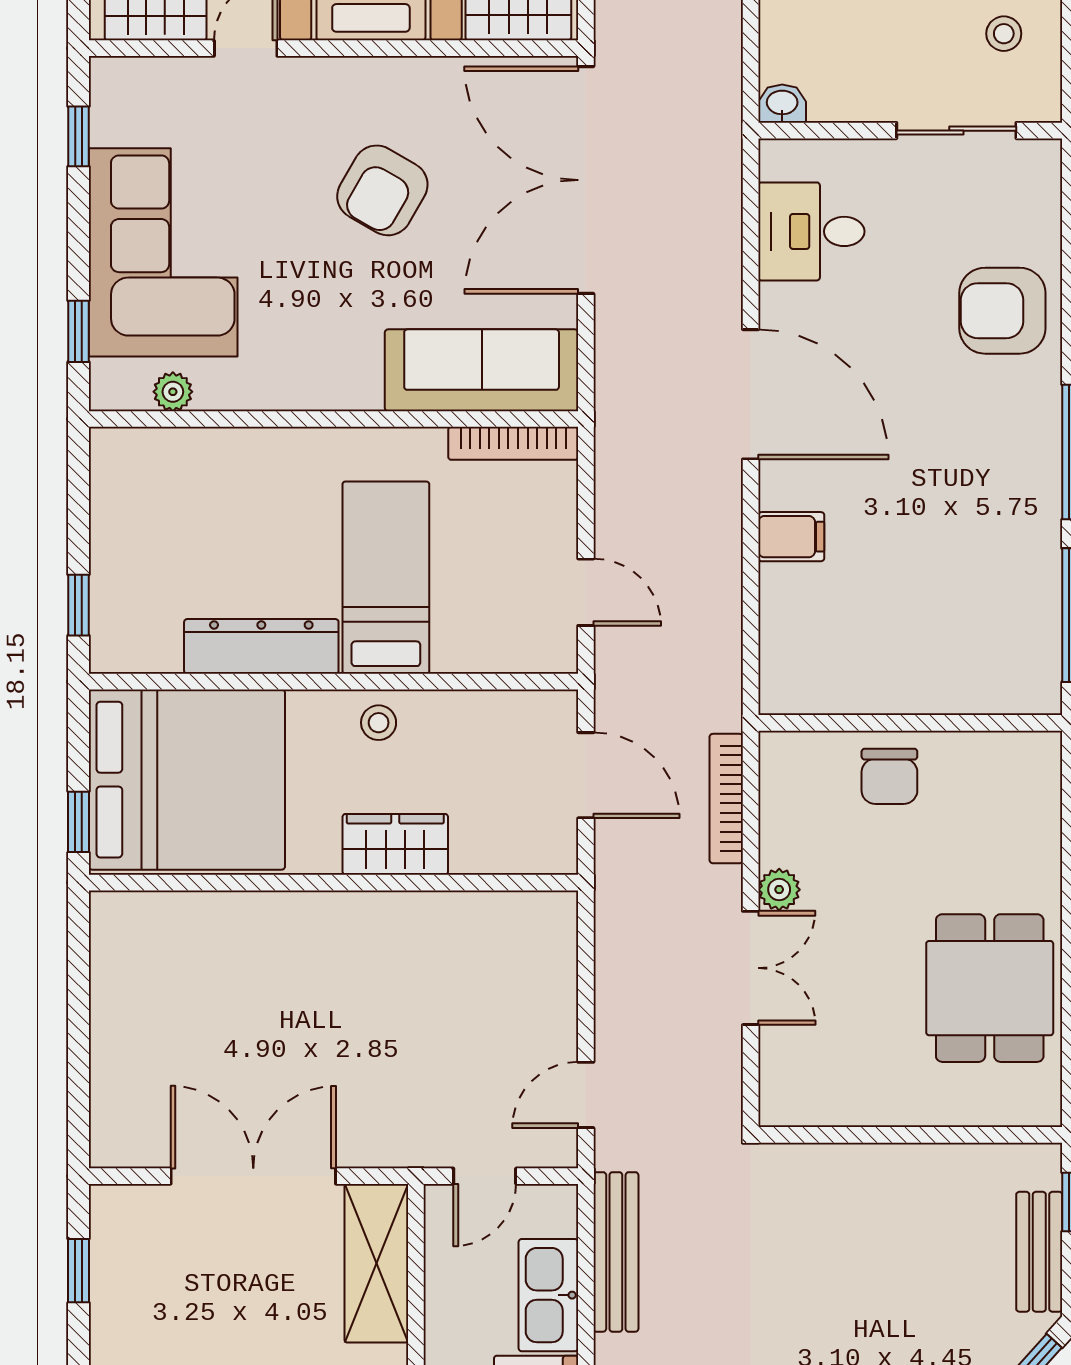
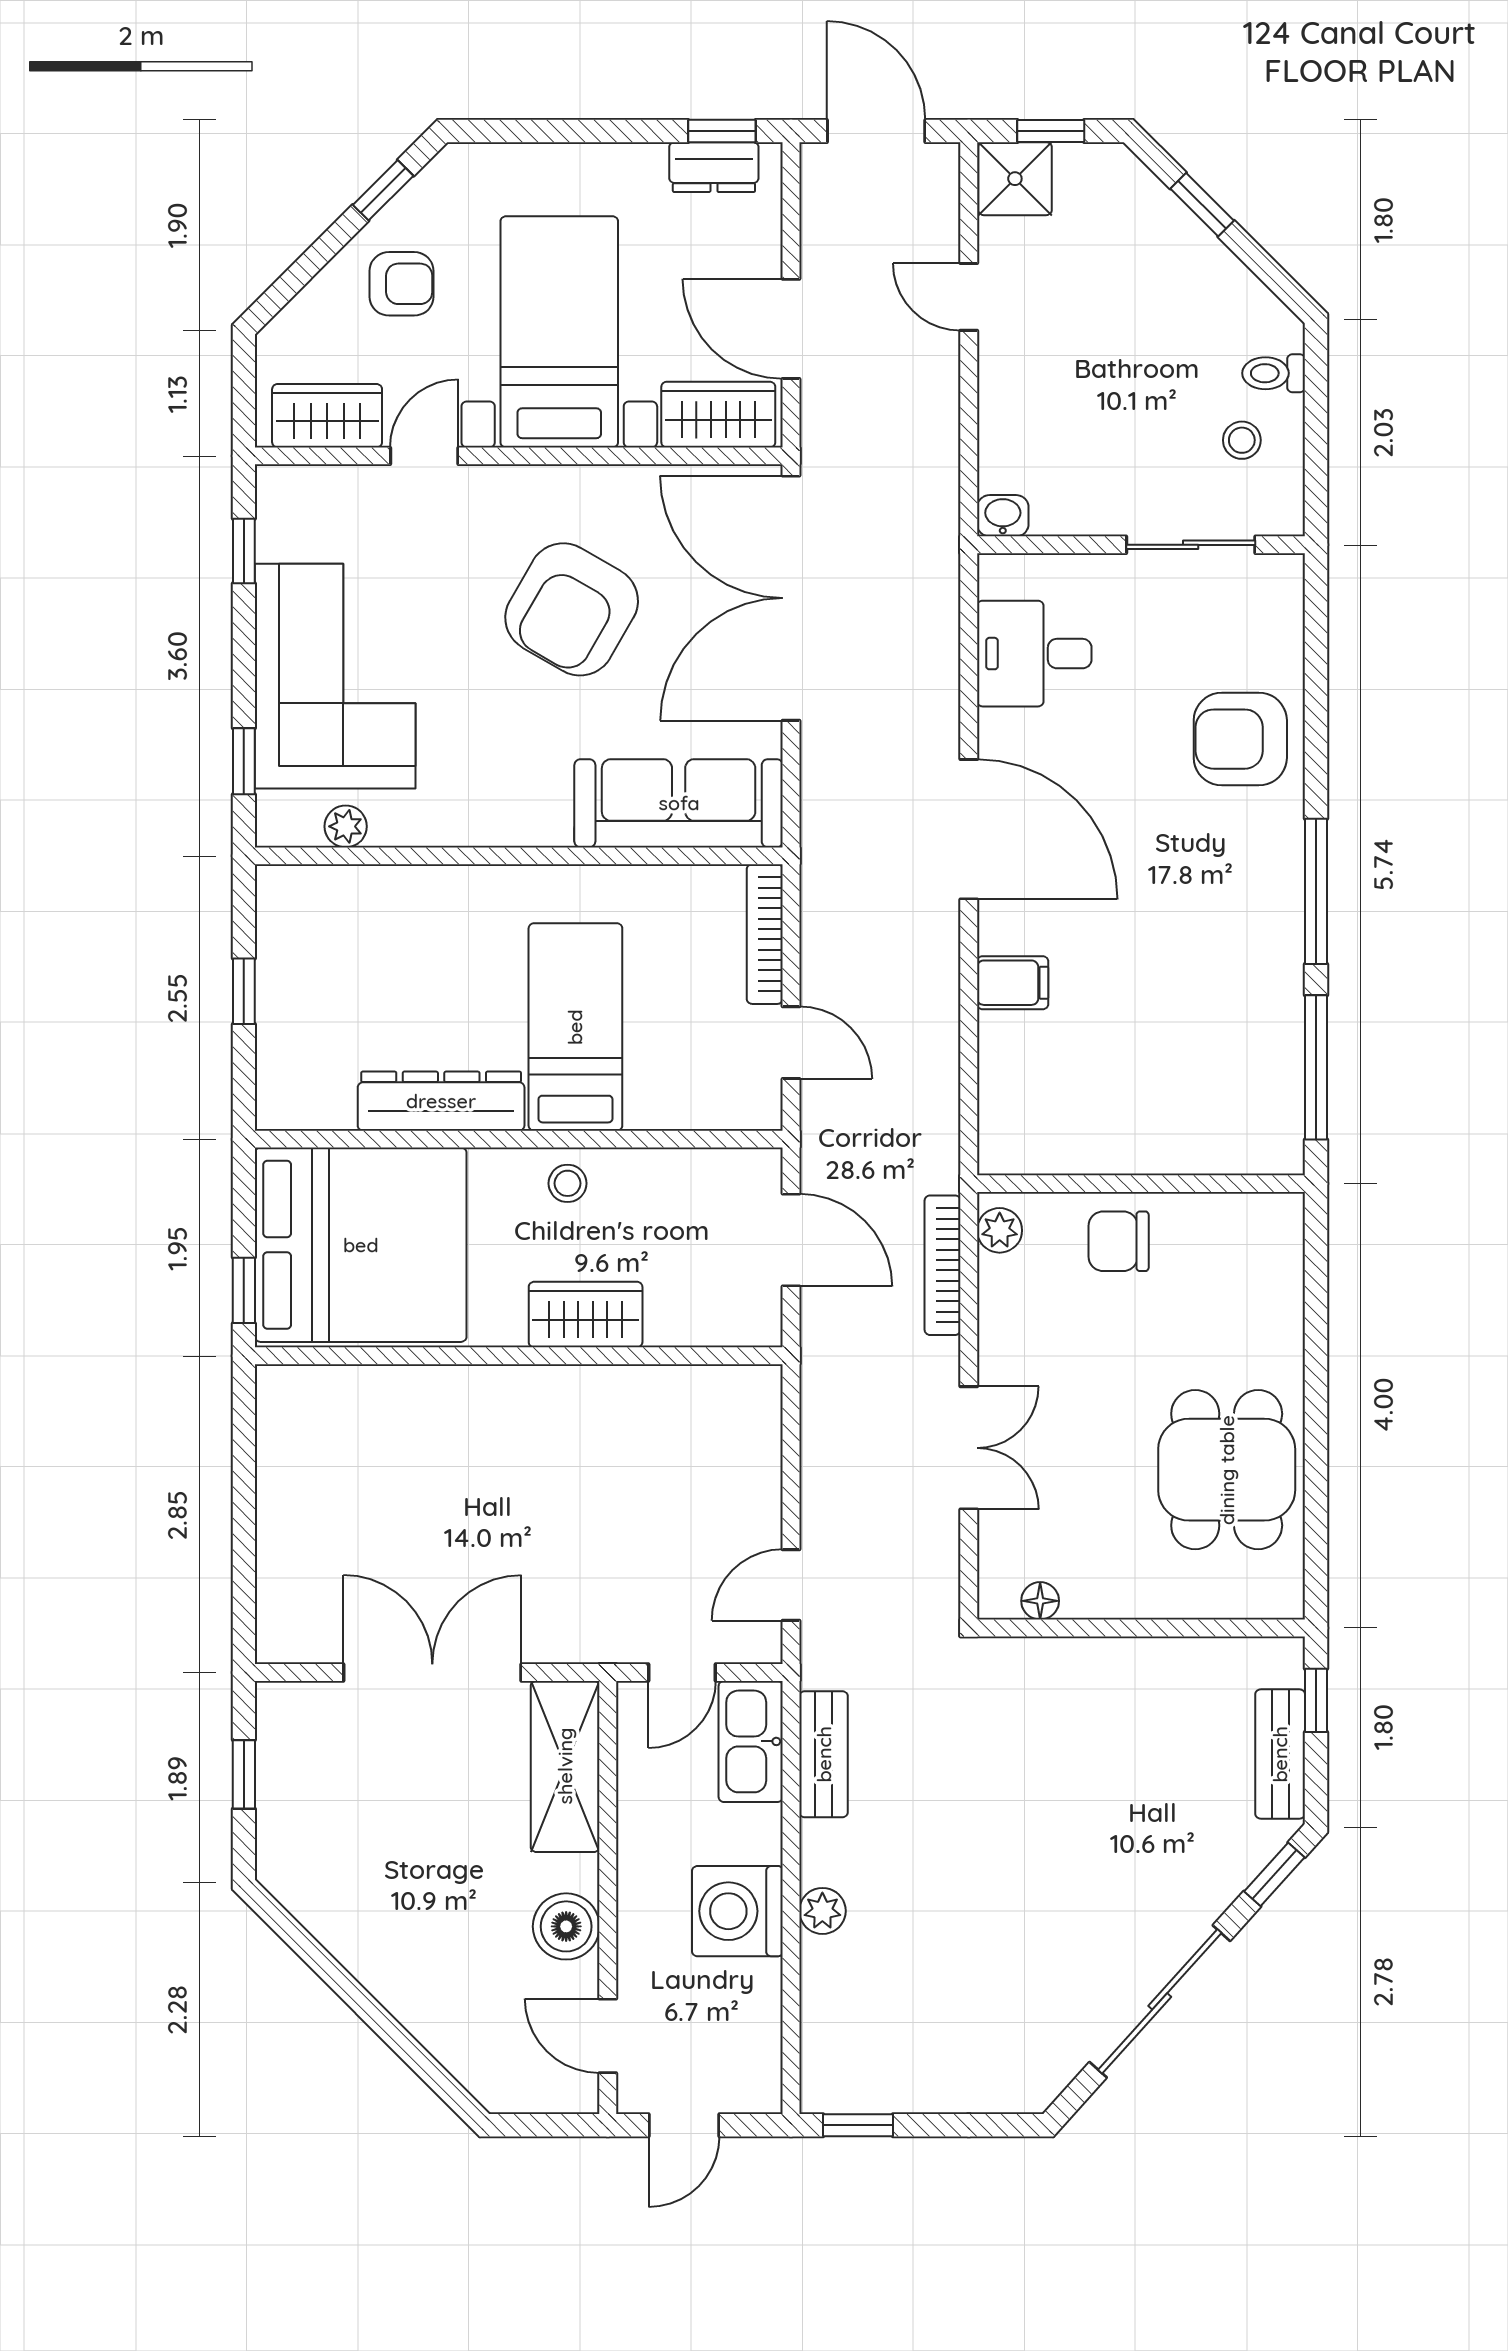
armchair: (382, 190) -> (572, 609), width x1.36, depth x1.36
bookcase: (513, 443) -> (765, 934), moved, turned 90
window: (78, 605) -> (244, 991), moved
chair: (889, 776) -> (1119, 1241), turned 90
plant: (779, 890) -> (1000, 1230), moved
floor lamp: (817, 1110) -> (1040, 1601), added
bench: (616, 1252) -> (824, 1754), width x0.73
kitchen sink: (548, 1295) -> (751, 1741), moved

